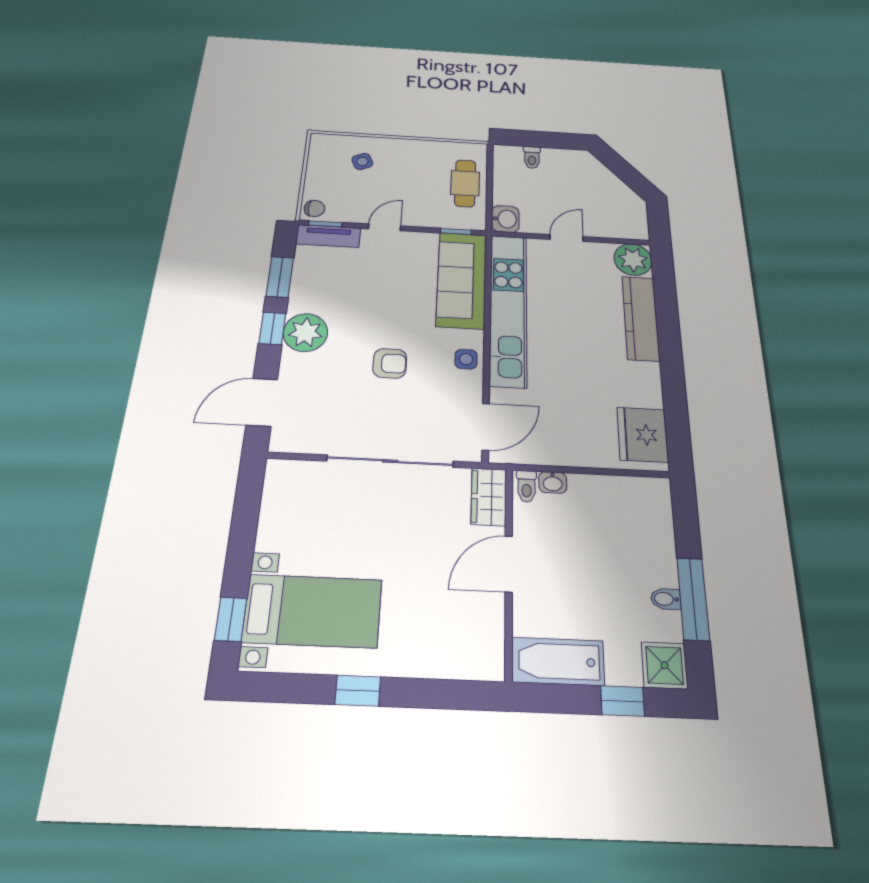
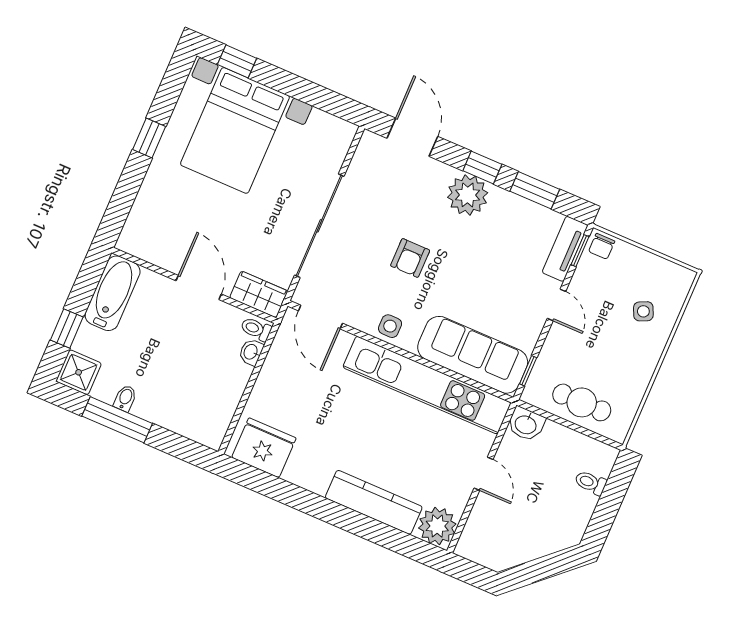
bed with nightstands: (313, 611) -> (235, 130), width x1.36

